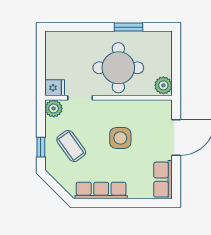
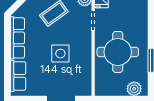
plant: (163, 85) -> (134, 89), moved
row of seats: (163, 180) -> (18, 76), moved, turned 90

